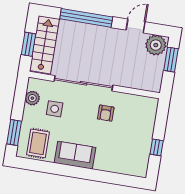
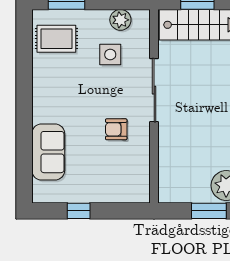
sliding door: (83, 83) -> (154, 90), width x0.73
sofa: (75, 155) -> (48, 152), moved

